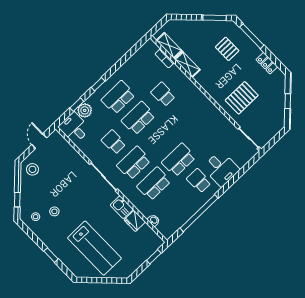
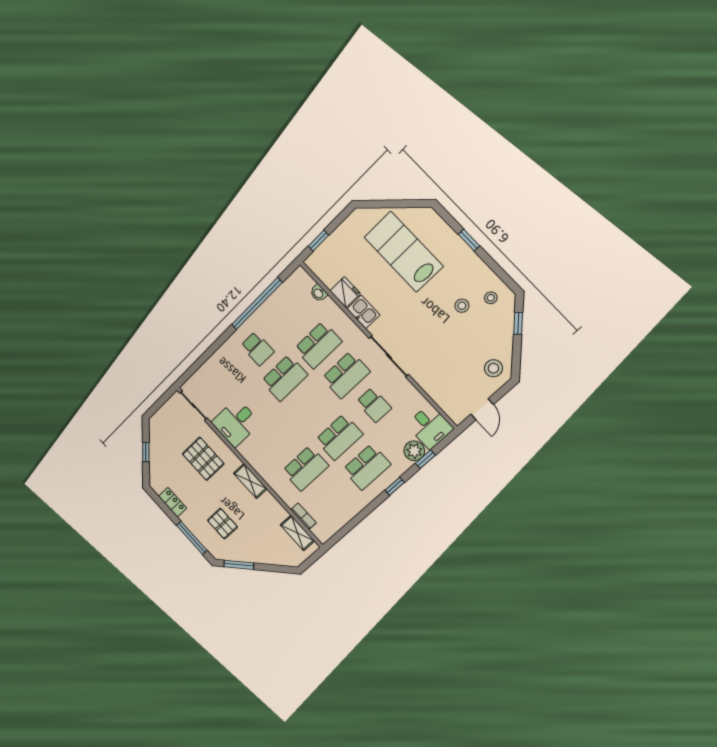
shelving: (187, 65) -> (250, 481), moved
school desk: (163, 94) -> (305, 468), width x1.85
pallet: (242, 98) -> (203, 459), turned 90
desk: (221, 169) -> (236, 423), moved, turned -90

